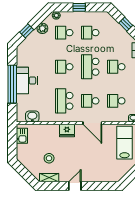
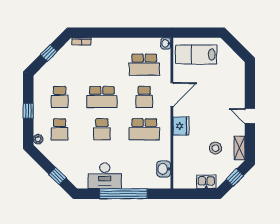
plant: (42, 28) -> (54, 156), removed
school desk: (116, 67) -> (102, 65), removed
desk: (27, 80) -> (105, 176), moved
school desk: (116, 101) -> (144, 65), width x1.85
kitchen sink: (22, 136) -> (206, 182), moved
window: (25, 174) -> (235, 177), added

